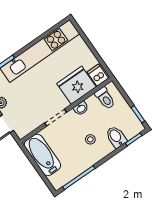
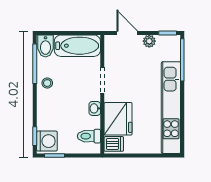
washing machine: (131, 128) -> (47, 141), added
bidet: (116, 137) -> (45, 46), moved, turned 90
stool: (90, 139) -> (47, 83), moved

